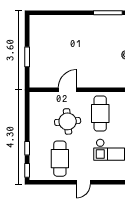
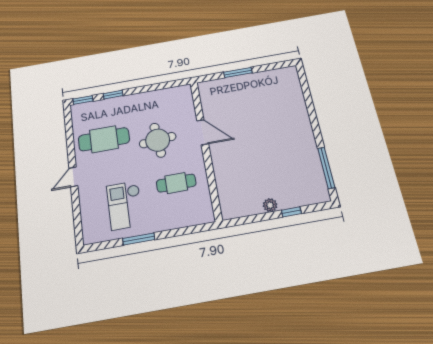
cafe table: (100, 113) -> (176, 183), width x0.73, depth x0.74
door: (83, 182) -> (73, 177), hinge flipped

